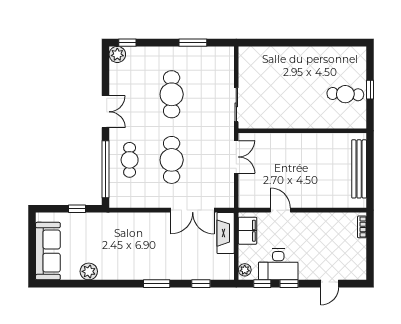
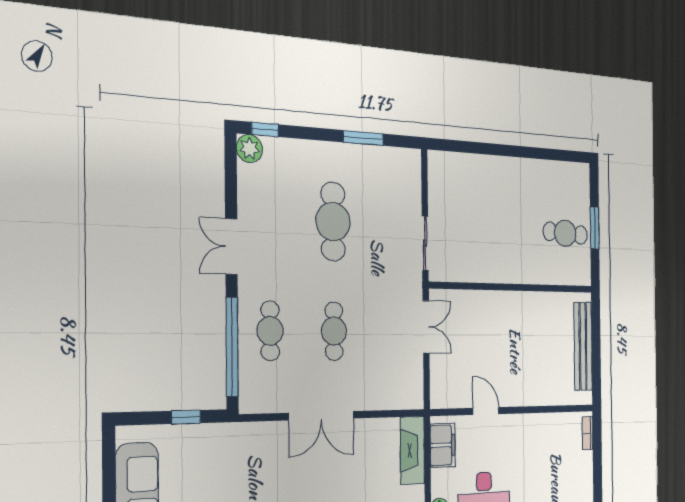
window: (370, 90) -> (595, 228), width x1.50
double door: (105, 112) -> (231, 247), swing flipped
cafe table: (172, 160) -> (334, 331), width x0.73, depth x0.74
double door: (193, 210) -> (321, 416), moved

